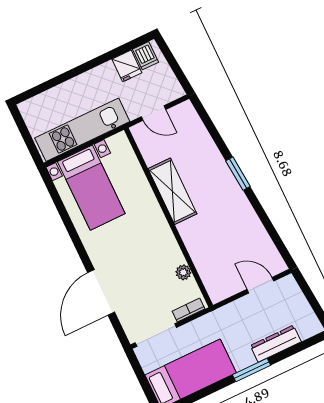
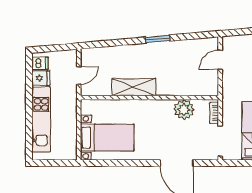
kitchen unit: (82, 130) -> (41, 119), moved, turned 180
window: (238, 174) -> (158, 39), moved
plant: (183, 272) -> (184, 110), width x1.87, depth x1.87

